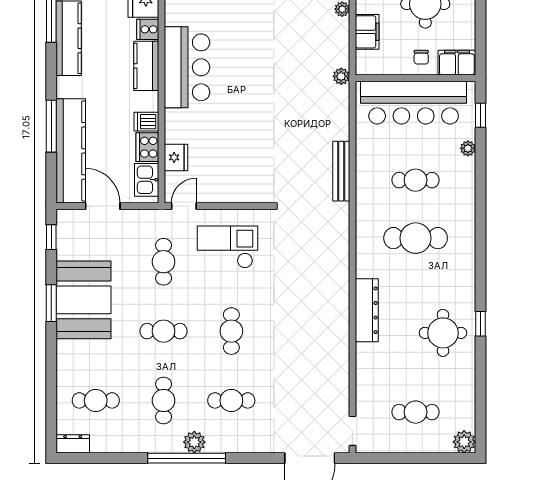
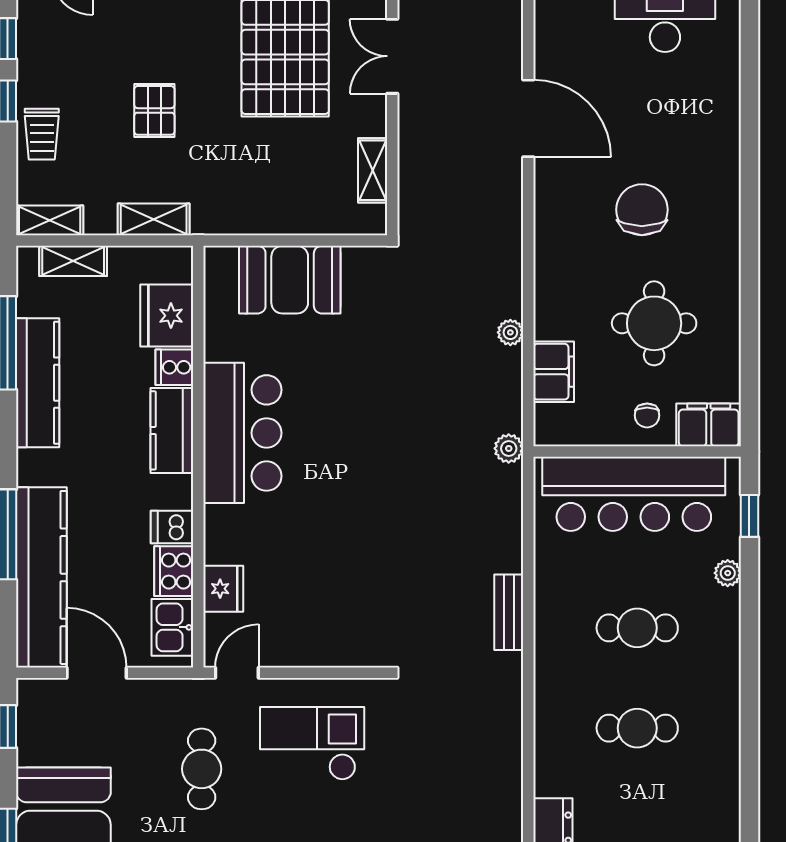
bench: (341, 171) -> (509, 612), width x0.73
cafe table: (416, 238) -> (637, 728), width x0.73, depth x0.74

